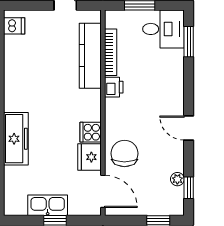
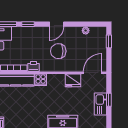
cooker: (91, 132) -> (41, 80), moved
chair: (124, 153) -> (58, 51), moved
window: (189, 188) -> (28, 24), moved

